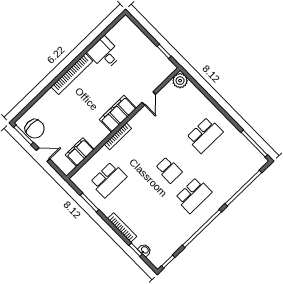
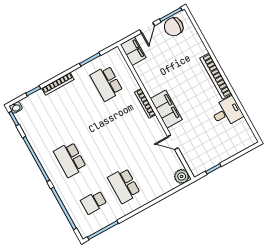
filing cabinet: (80, 152) -> (133, 51), moved
school desk: (169, 170) -> (94, 202), moved
washbasin: (145, 250) -> (16, 107), moved

